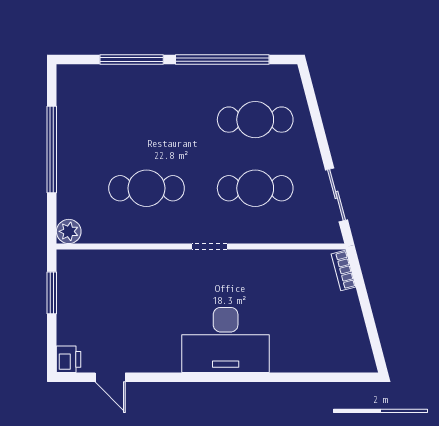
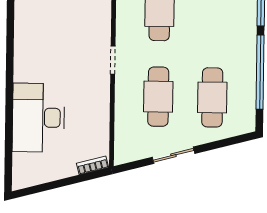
sliding door: (336, 195) -> (173, 155), moved
desk: (226, 340) -> (38, 118), moved

